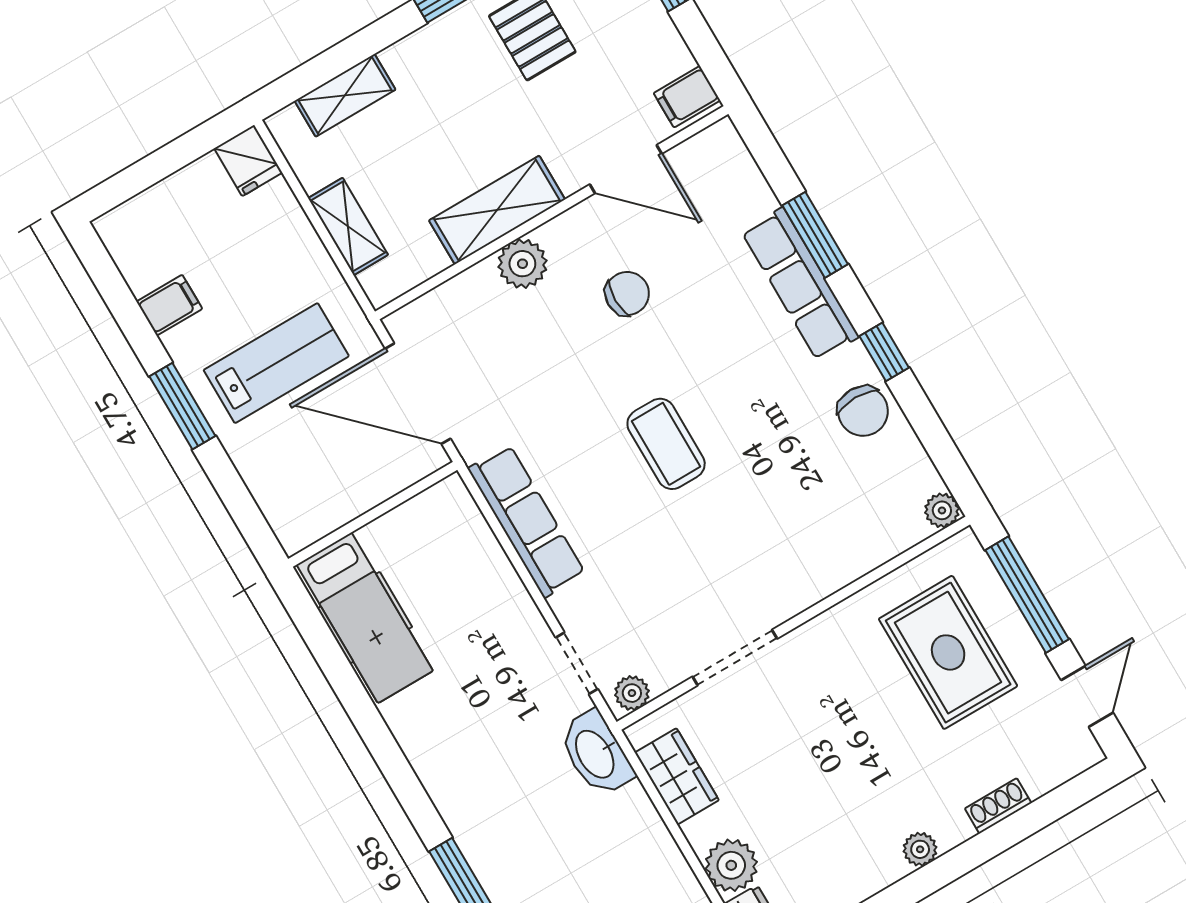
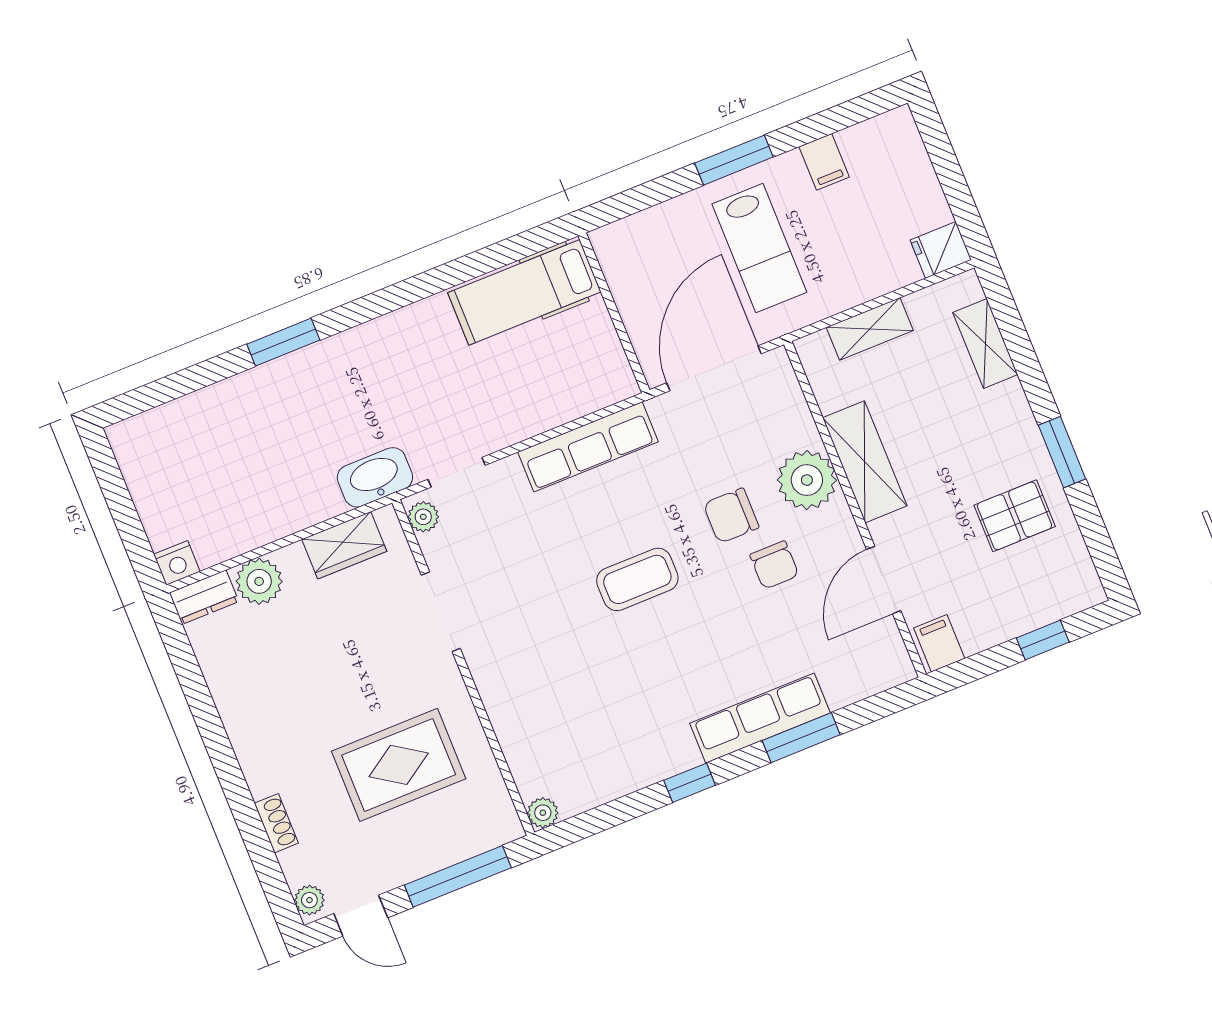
plant: (522, 264) -> (807, 480), width x1.36, depth x1.36
chair: (863, 411) -> (731, 516), moved
rug: (948, 652) -> (399, 765), moved
plant: (920, 849) -> (309, 900), moved

